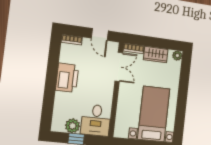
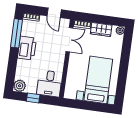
window: (54, 60) -> (16, 33), added
plant: (73, 126) -> (20, 86), moved

